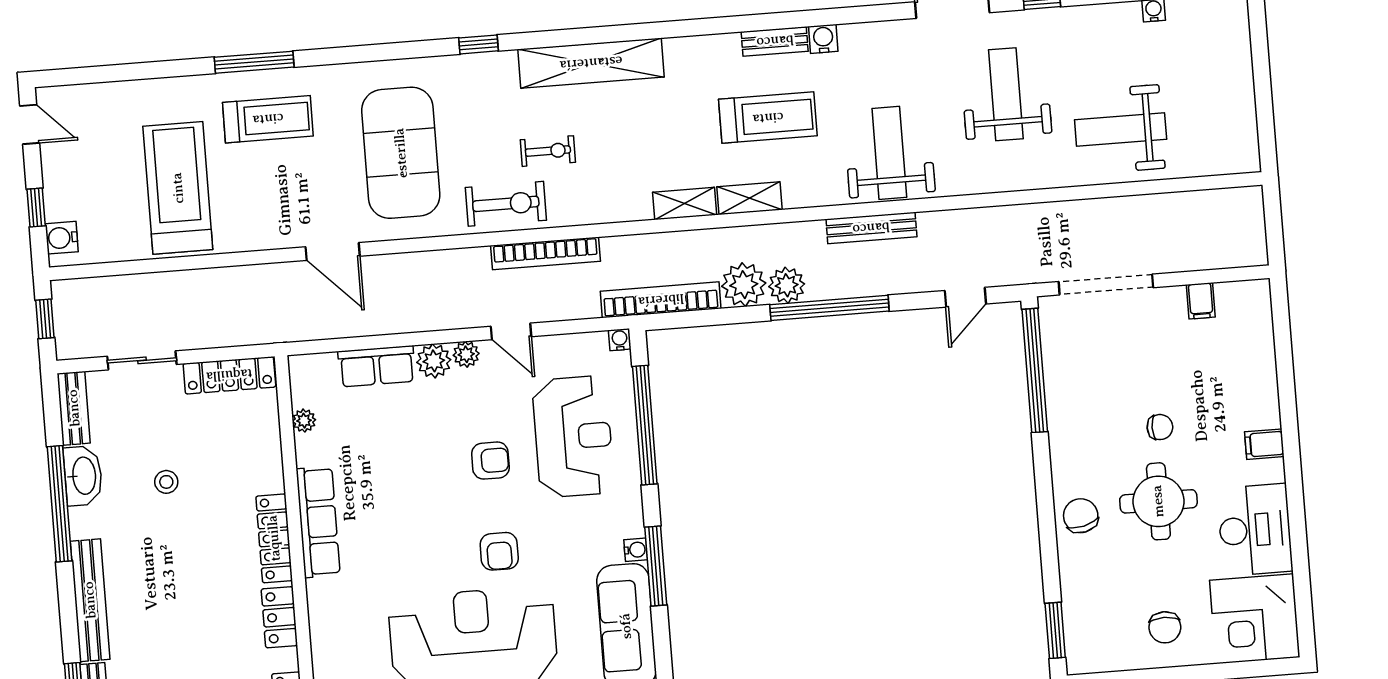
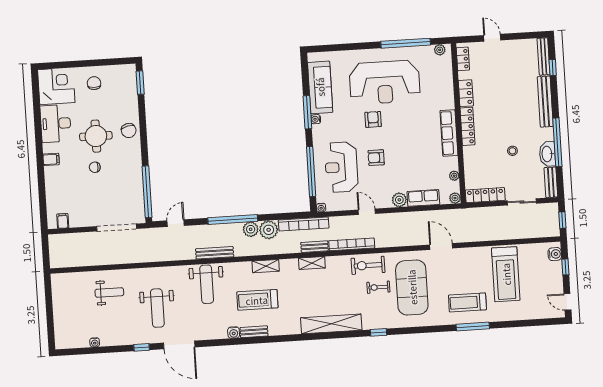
weight bench: (1121, 130) -> (109, 292), width x0.73, depth x0.75
exercise bike: (548, 151) -> (378, 287), moved
shelving: (685, 204) -> (312, 263), moved
bench: (634, 246) -> (315, 247), added
filing cabinet: (1201, 301) -> (63, 221), moved
plant: (466, 354) -> (455, 198), moved

